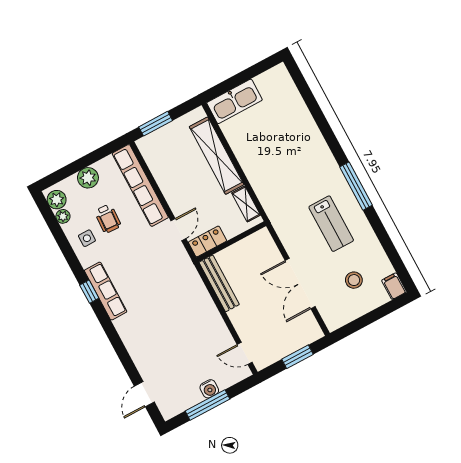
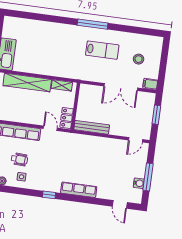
filing cabinet: (394, 286) -> (150, 84), moved
row of seats: (106, 291) -> (79, 190), moved
water cooler: (209, 389) -> (139, 183), moved

